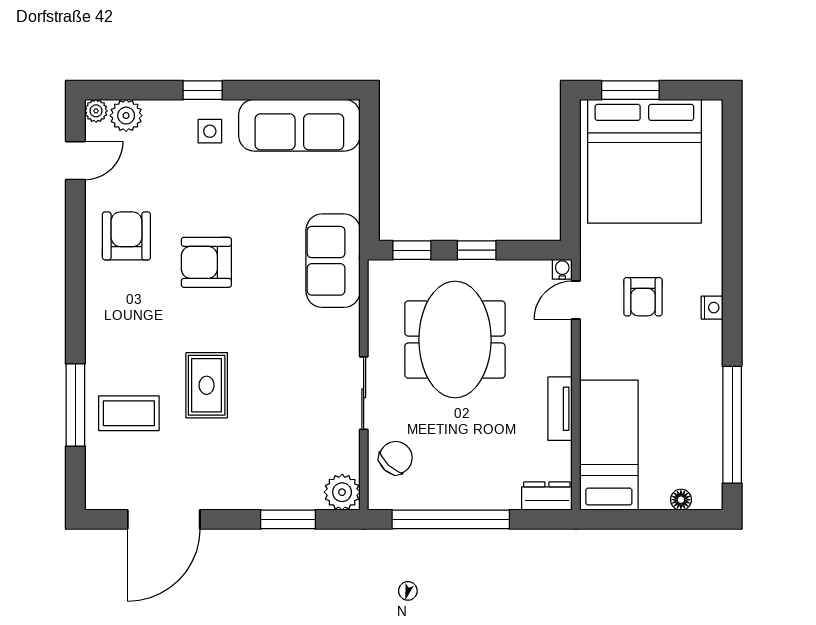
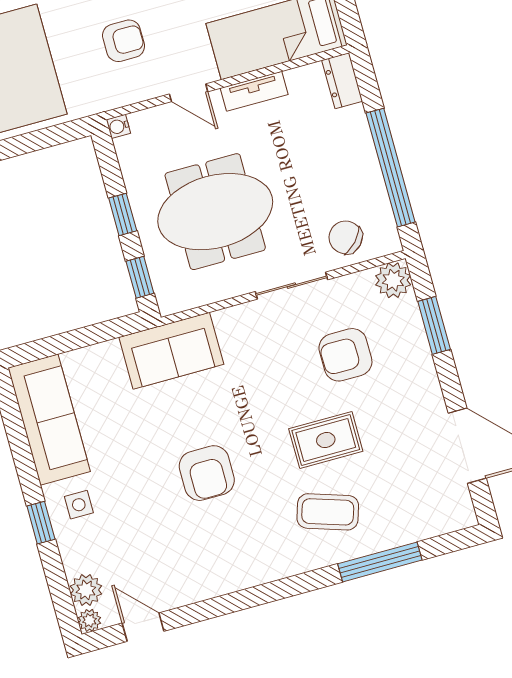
armchair: (126, 236) -> (345, 355), moved
door: (576, 300) -> (189, 93), moved
coffee table: (129, 413) -> (328, 512), moved, turned -72

